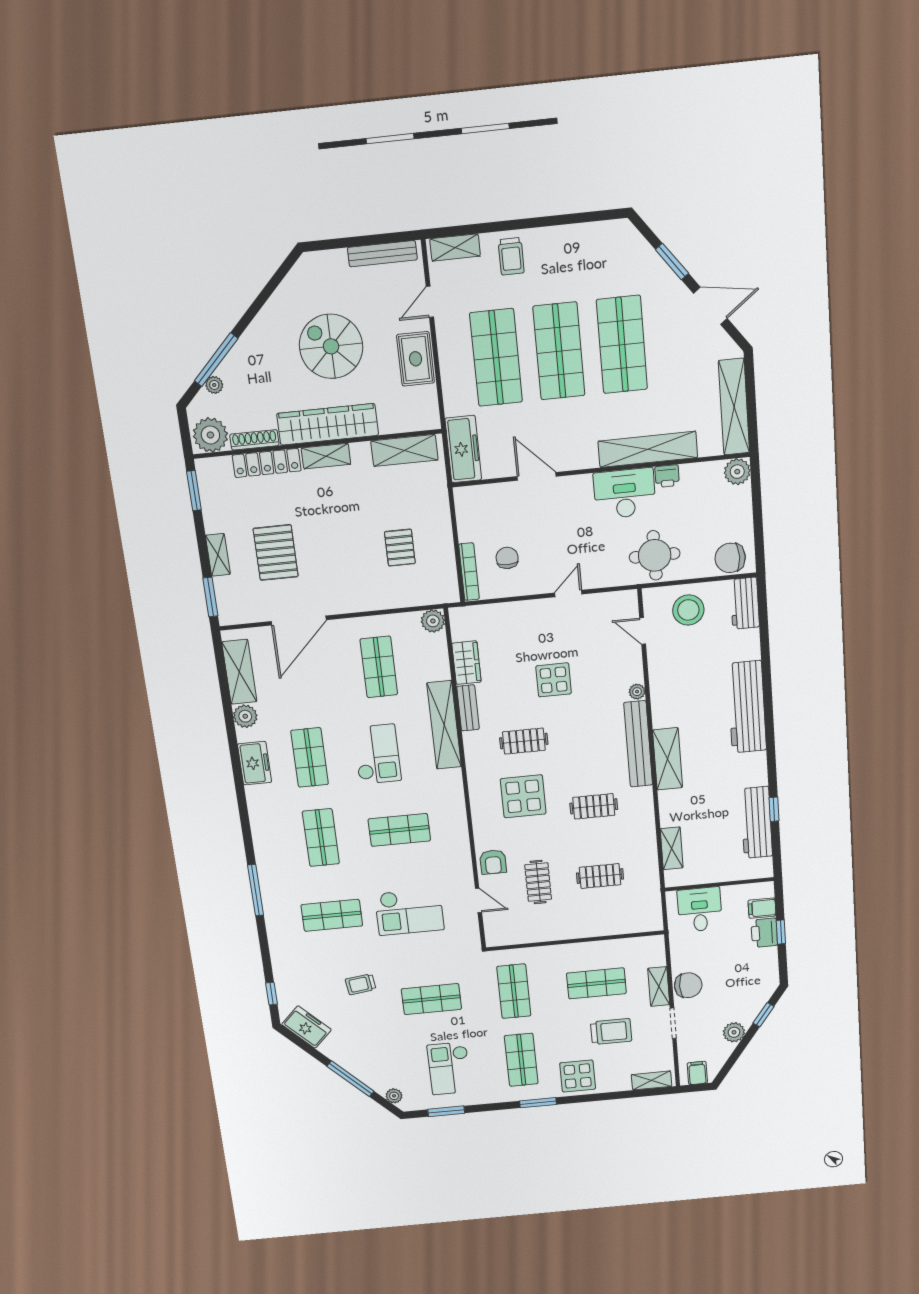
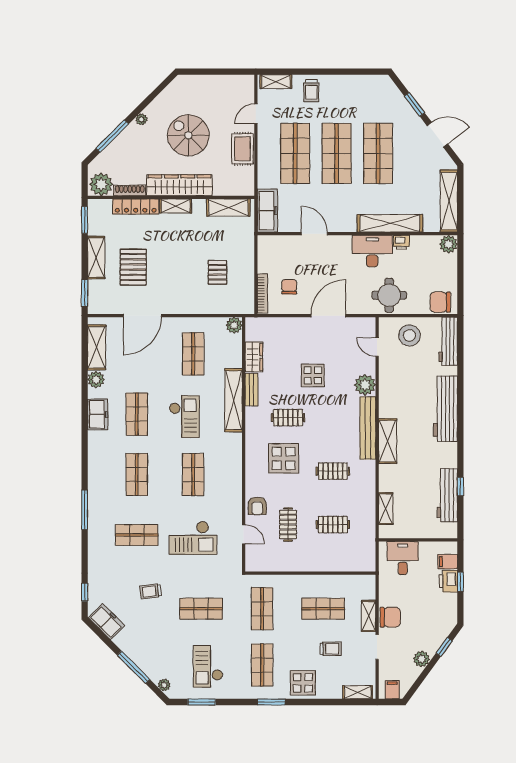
bench: (382, 254) -> (229, 81), removed
plant: (214, 385) -> (141, 119), moved
shelving: (218, 555) -> (96, 258), width x1.50, depth x1.33
door: (568, 594) -> (328, 316), width x1.88
workbench: (745, 603) -> (448, 341), width x1.38
plant: (637, 692) -> (365, 385), width x1.87, depth x1.87
shop shelf: (399, 830) -> (193, 475), turned 90
trolley: (611, 1032) -> (331, 649), width x0.73, depth x0.72

